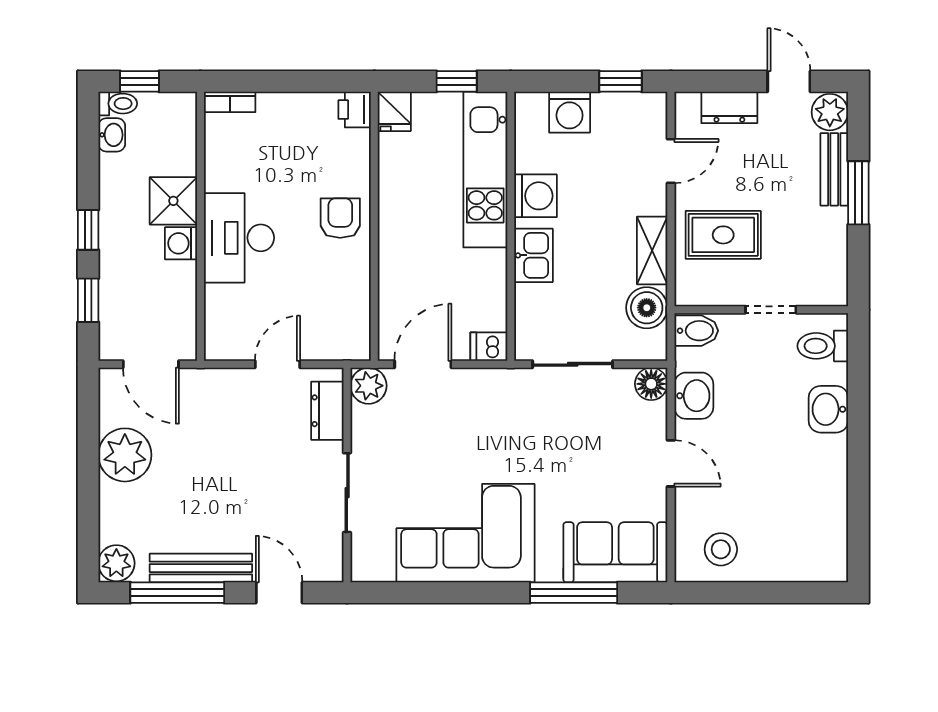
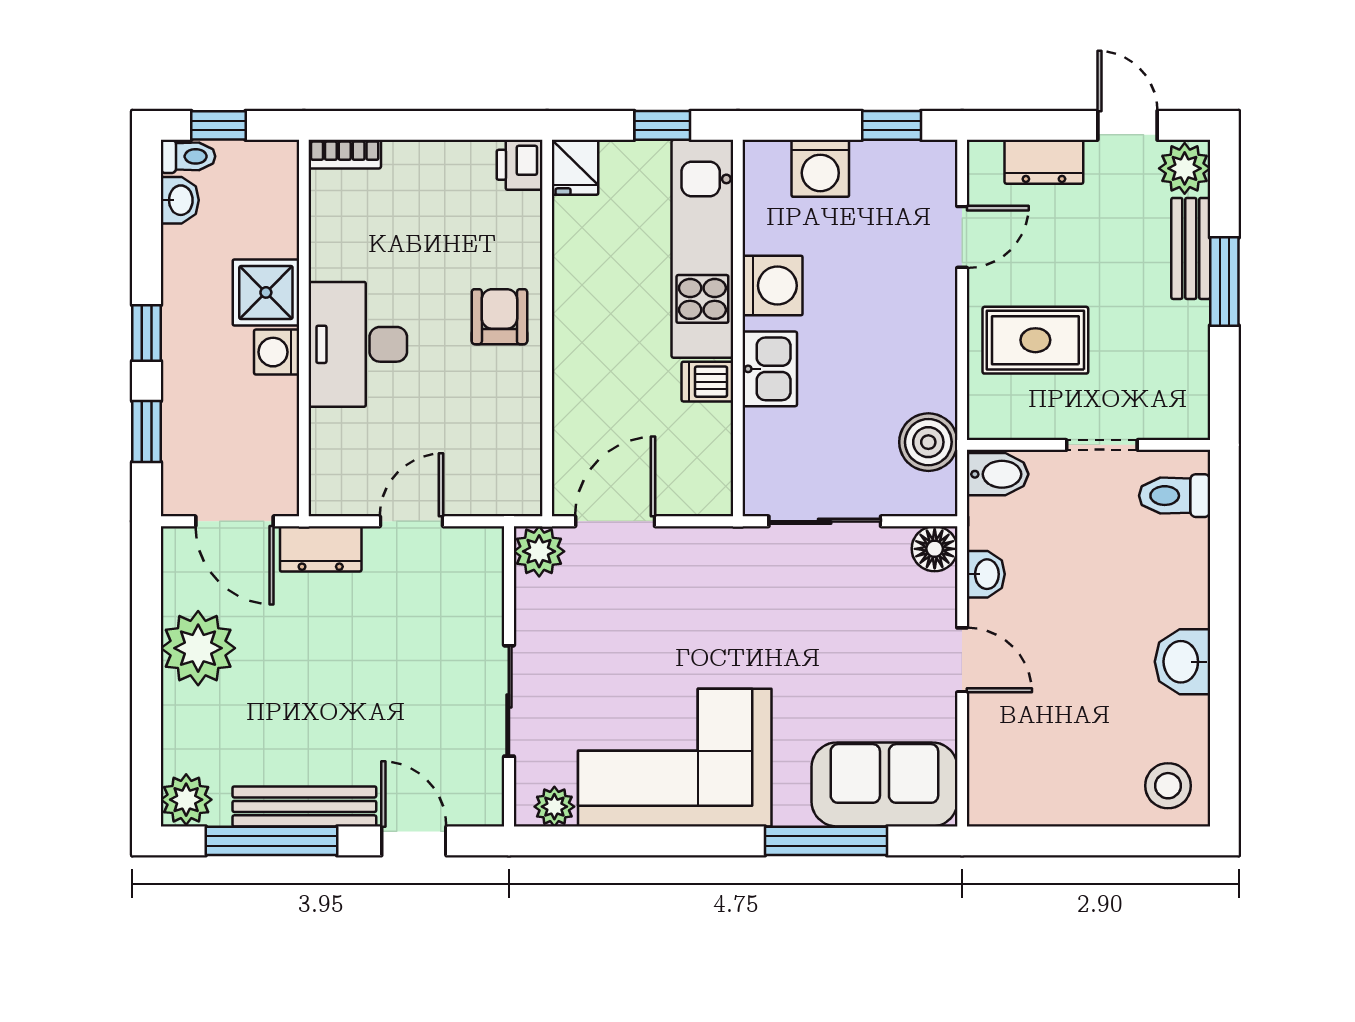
shelving: (652, 250) -> (936, 362), removed
dishwasher: (489, 347) -> (707, 382), moved
washbasin: (694, 396) -> (986, 574), width x0.72, depth x0.69
washbasin: (828, 409) -> (1183, 662), moved
dresser: (327, 411) -> (321, 549), moved, turned -90
stool: (721, 549) -> (1168, 786), moved
plant: (379, 568) -> (554, 807), added

